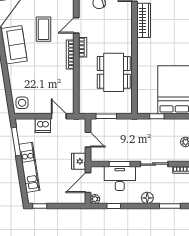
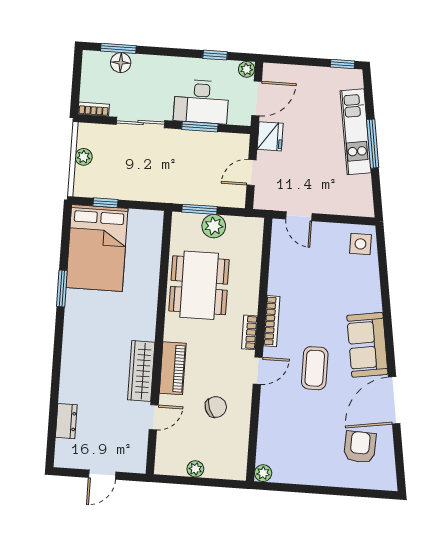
piano: (126, 23) -> (173, 368), added
plant: (108, 107) -> (214, 226), added
window: (106, 116) -> (200, 209), moved
window: (157, 116) -> (105, 203), moved
dishwasher: (43, 126) -> (327, 202), removed
door: (88, 140) -> (251, 173), hinge flipped
window: (16, 141) -> (373, 144), moved
floor lamp: (147, 198) -> (121, 63), moved

